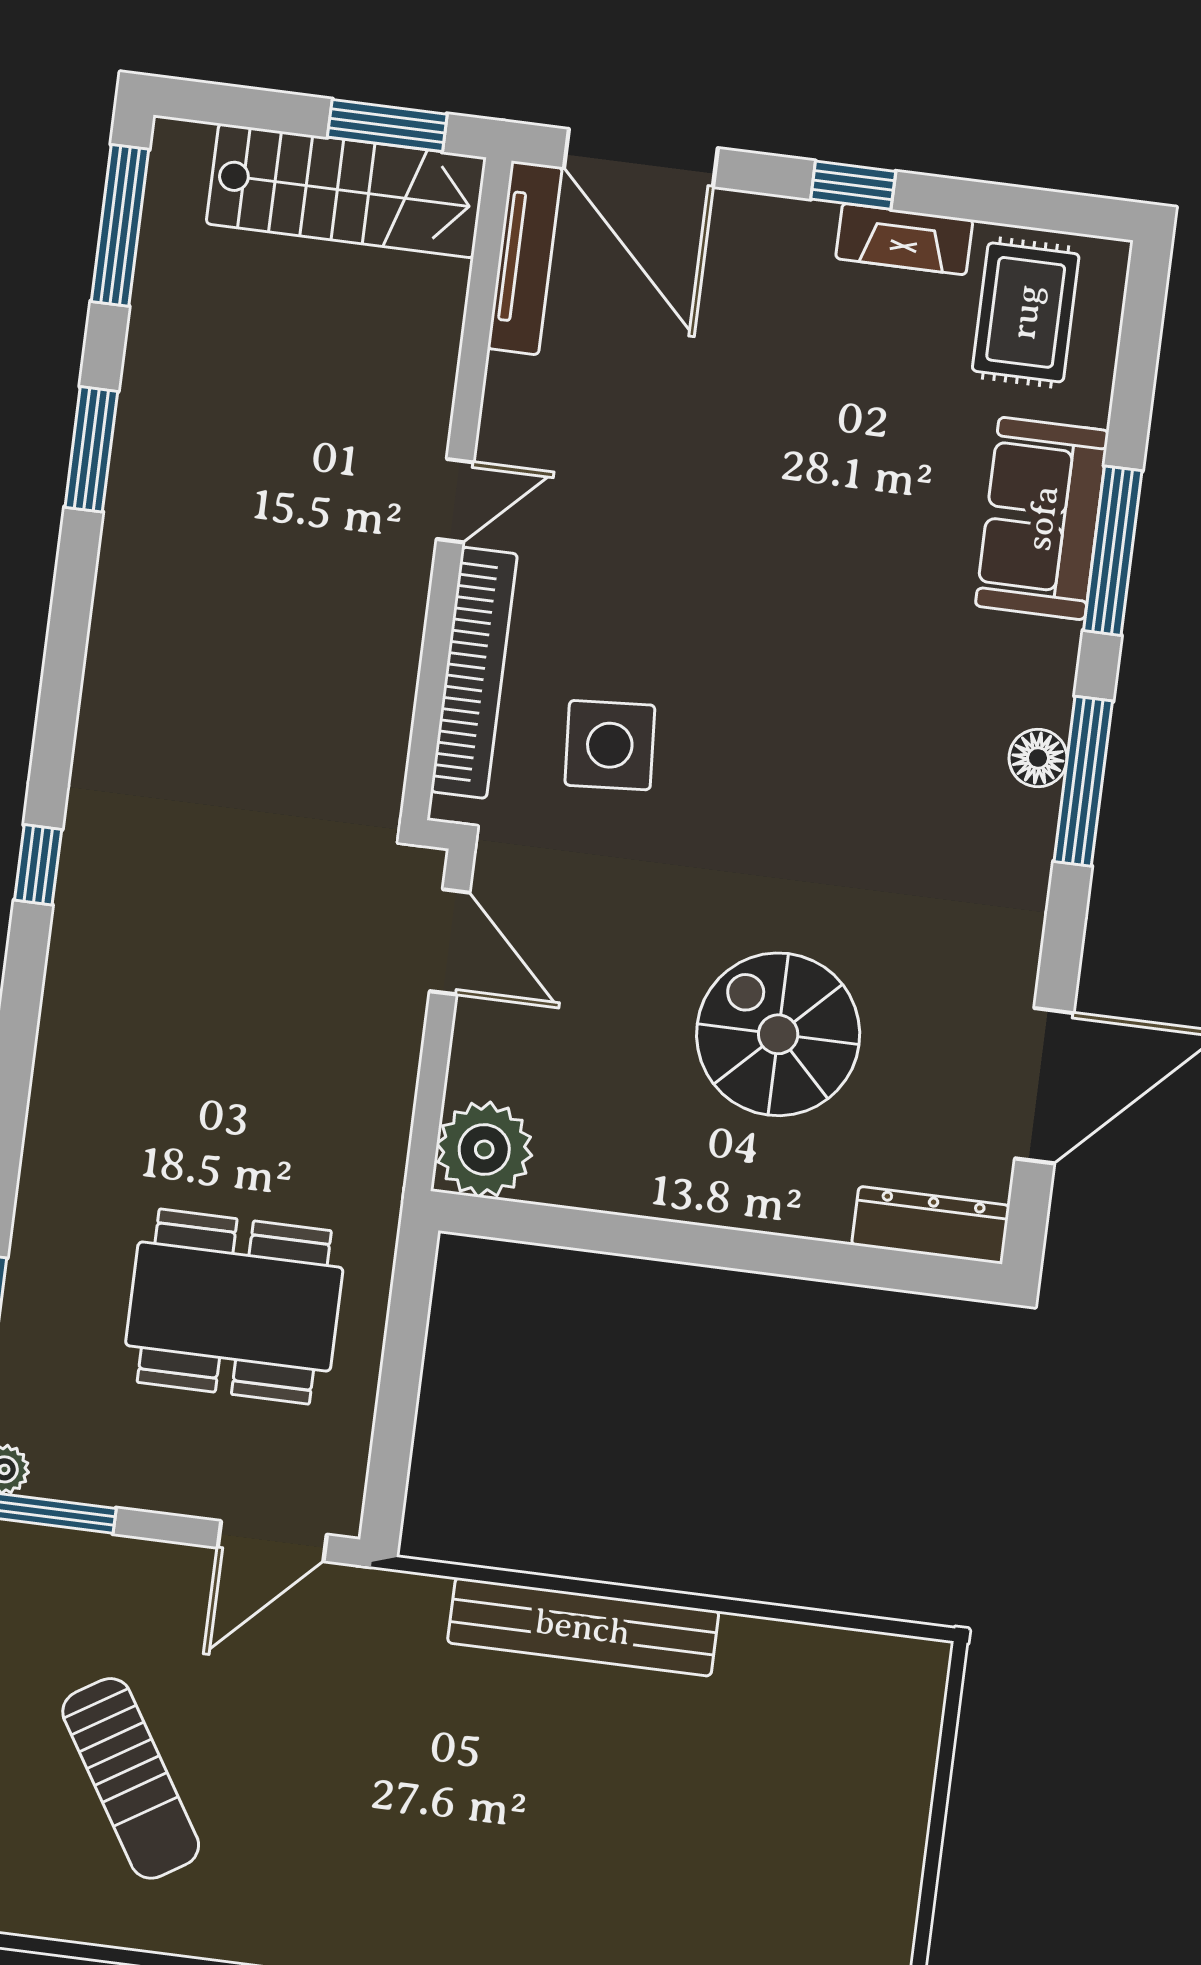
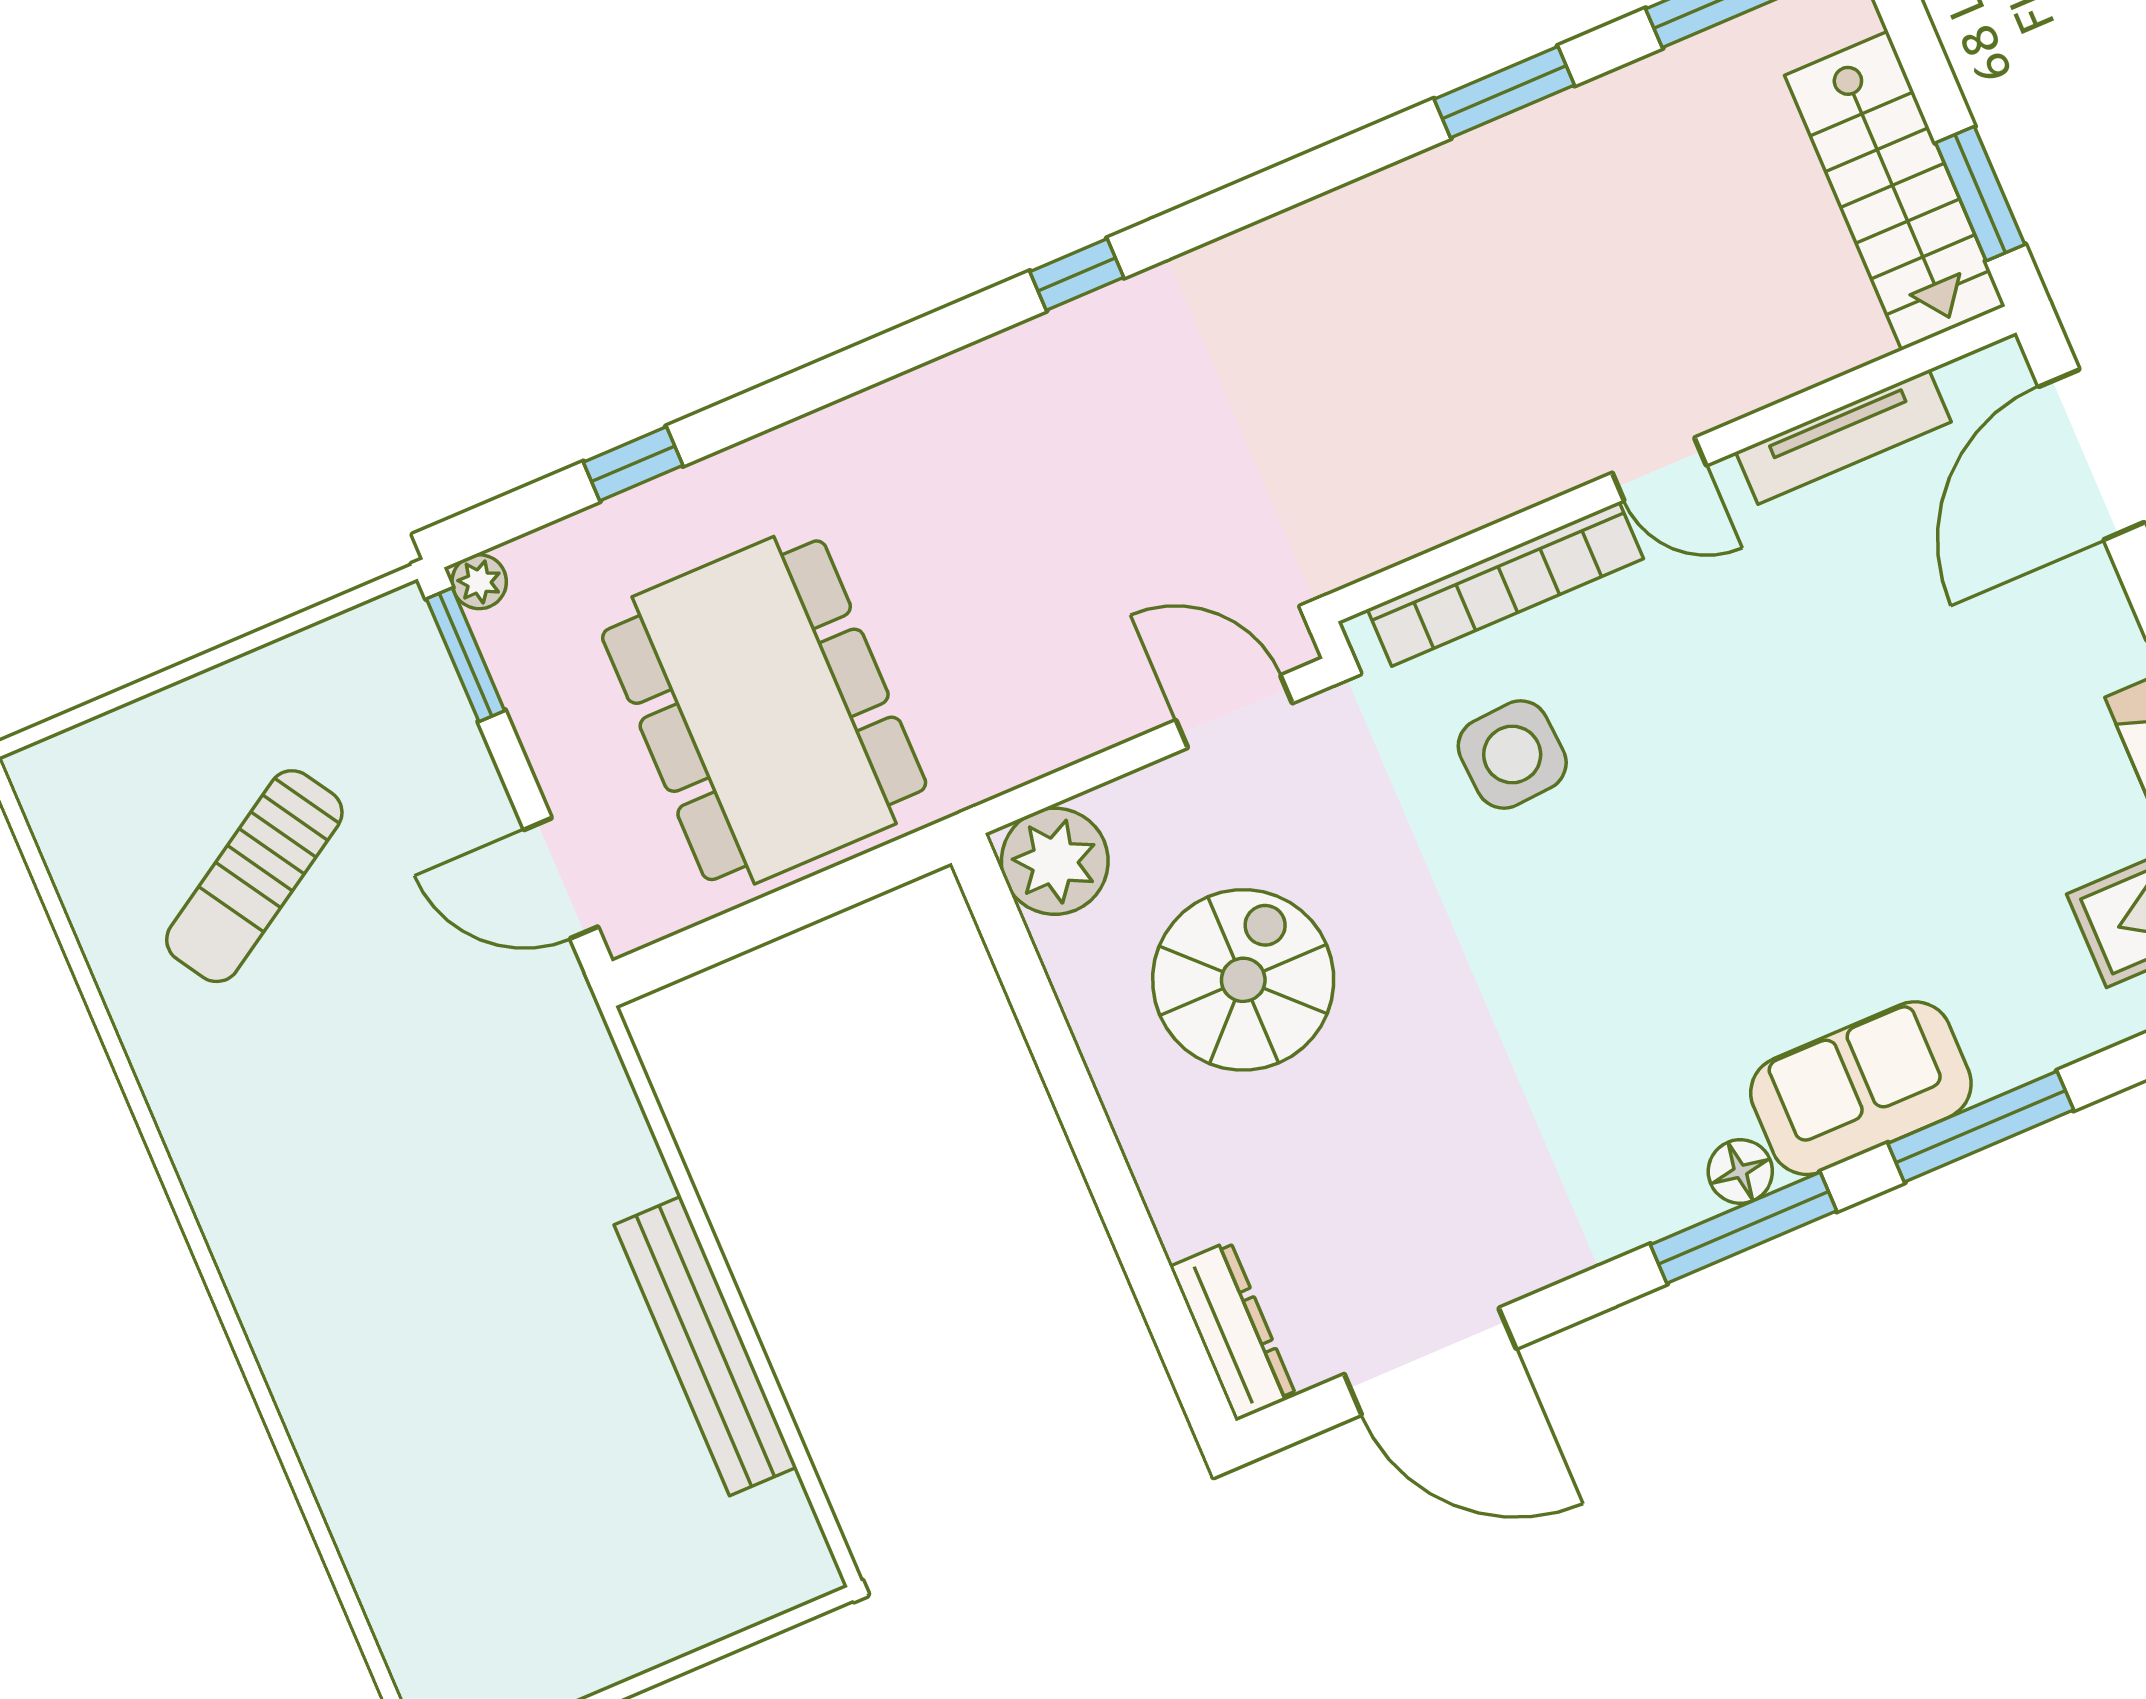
tv unit: (525, 258) -> (1843, 437), moved
sofa: (1042, 518) -> (1861, 1088), moved
door: (450, 942) -> (1234, 712), swing flipped
spiral stairs: (778, 1034) -> (1243, 980), moved
dining table: (234, 1307) -> (764, 710), width x1.36, depth x1.24
bench: (583, 1627) -> (705, 1346), moved

